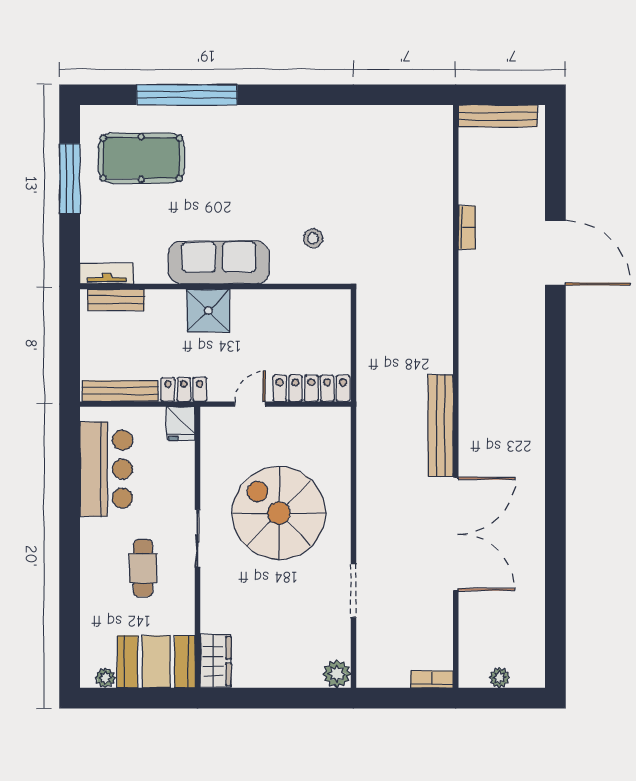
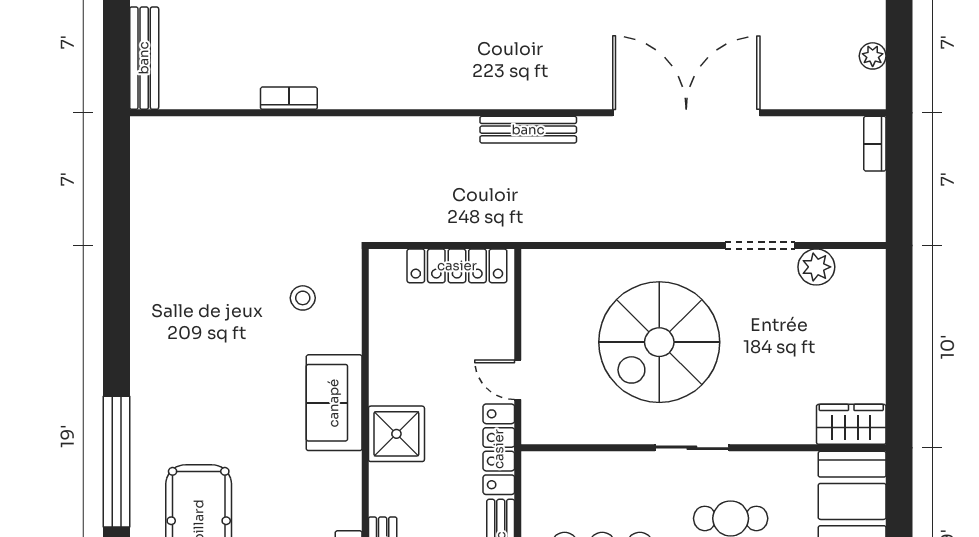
sofa: (219, 263) -> (334, 403), width x0.73
locker: (311, 388) -> (457, 266), moved, turned -90
locker: (184, 389) -> (499, 449), width x1.53
fridge: (181, 424) -> (543, 470), removed
bench: (441, 426) -> (528, 130), width x0.73, depth x0.82
plant: (337, 674) -> (816, 267), moved

